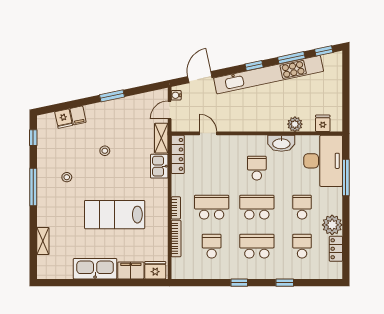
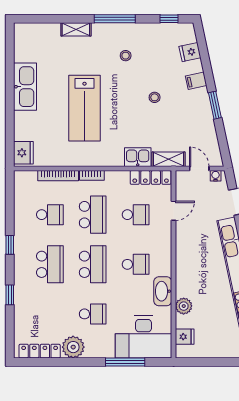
filing cabinet: (78, 115) -> (196, 81), moved
lab bench: (115, 215) -> (85, 108), turned 180
shelving: (43, 241) -> (76, 29), moved
school desk: (302, 246) -> (136, 215), moved
locker: (336, 249) -> (40, 351), width x1.53
filing cabinet: (131, 270) -> (23, 126), removed

